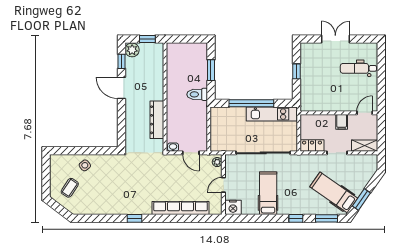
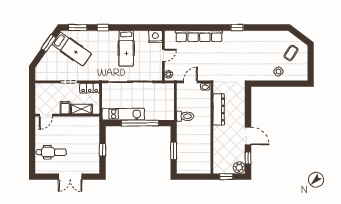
toilet: (197, 94) -> (185, 116), moved
shelving: (365, 146) -> (81, 109), moved
door: (191, 153) -> (190, 82), hinge flipped

